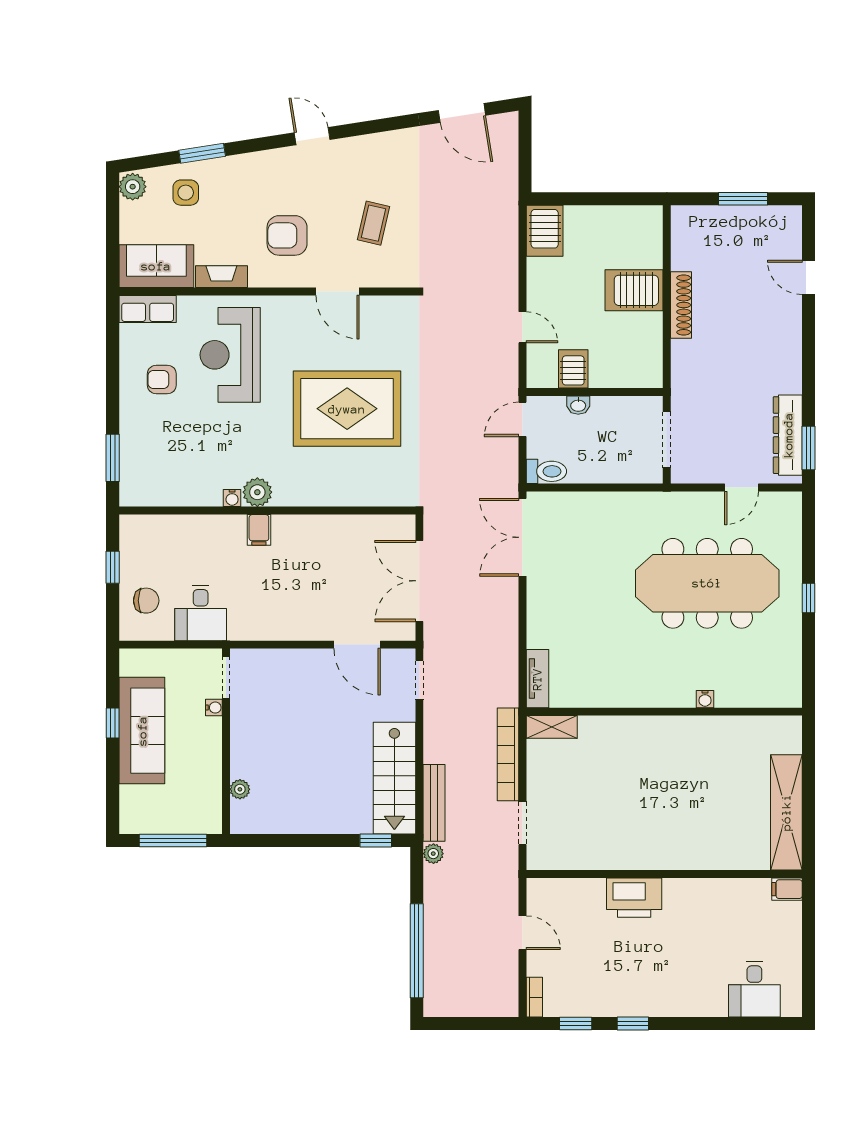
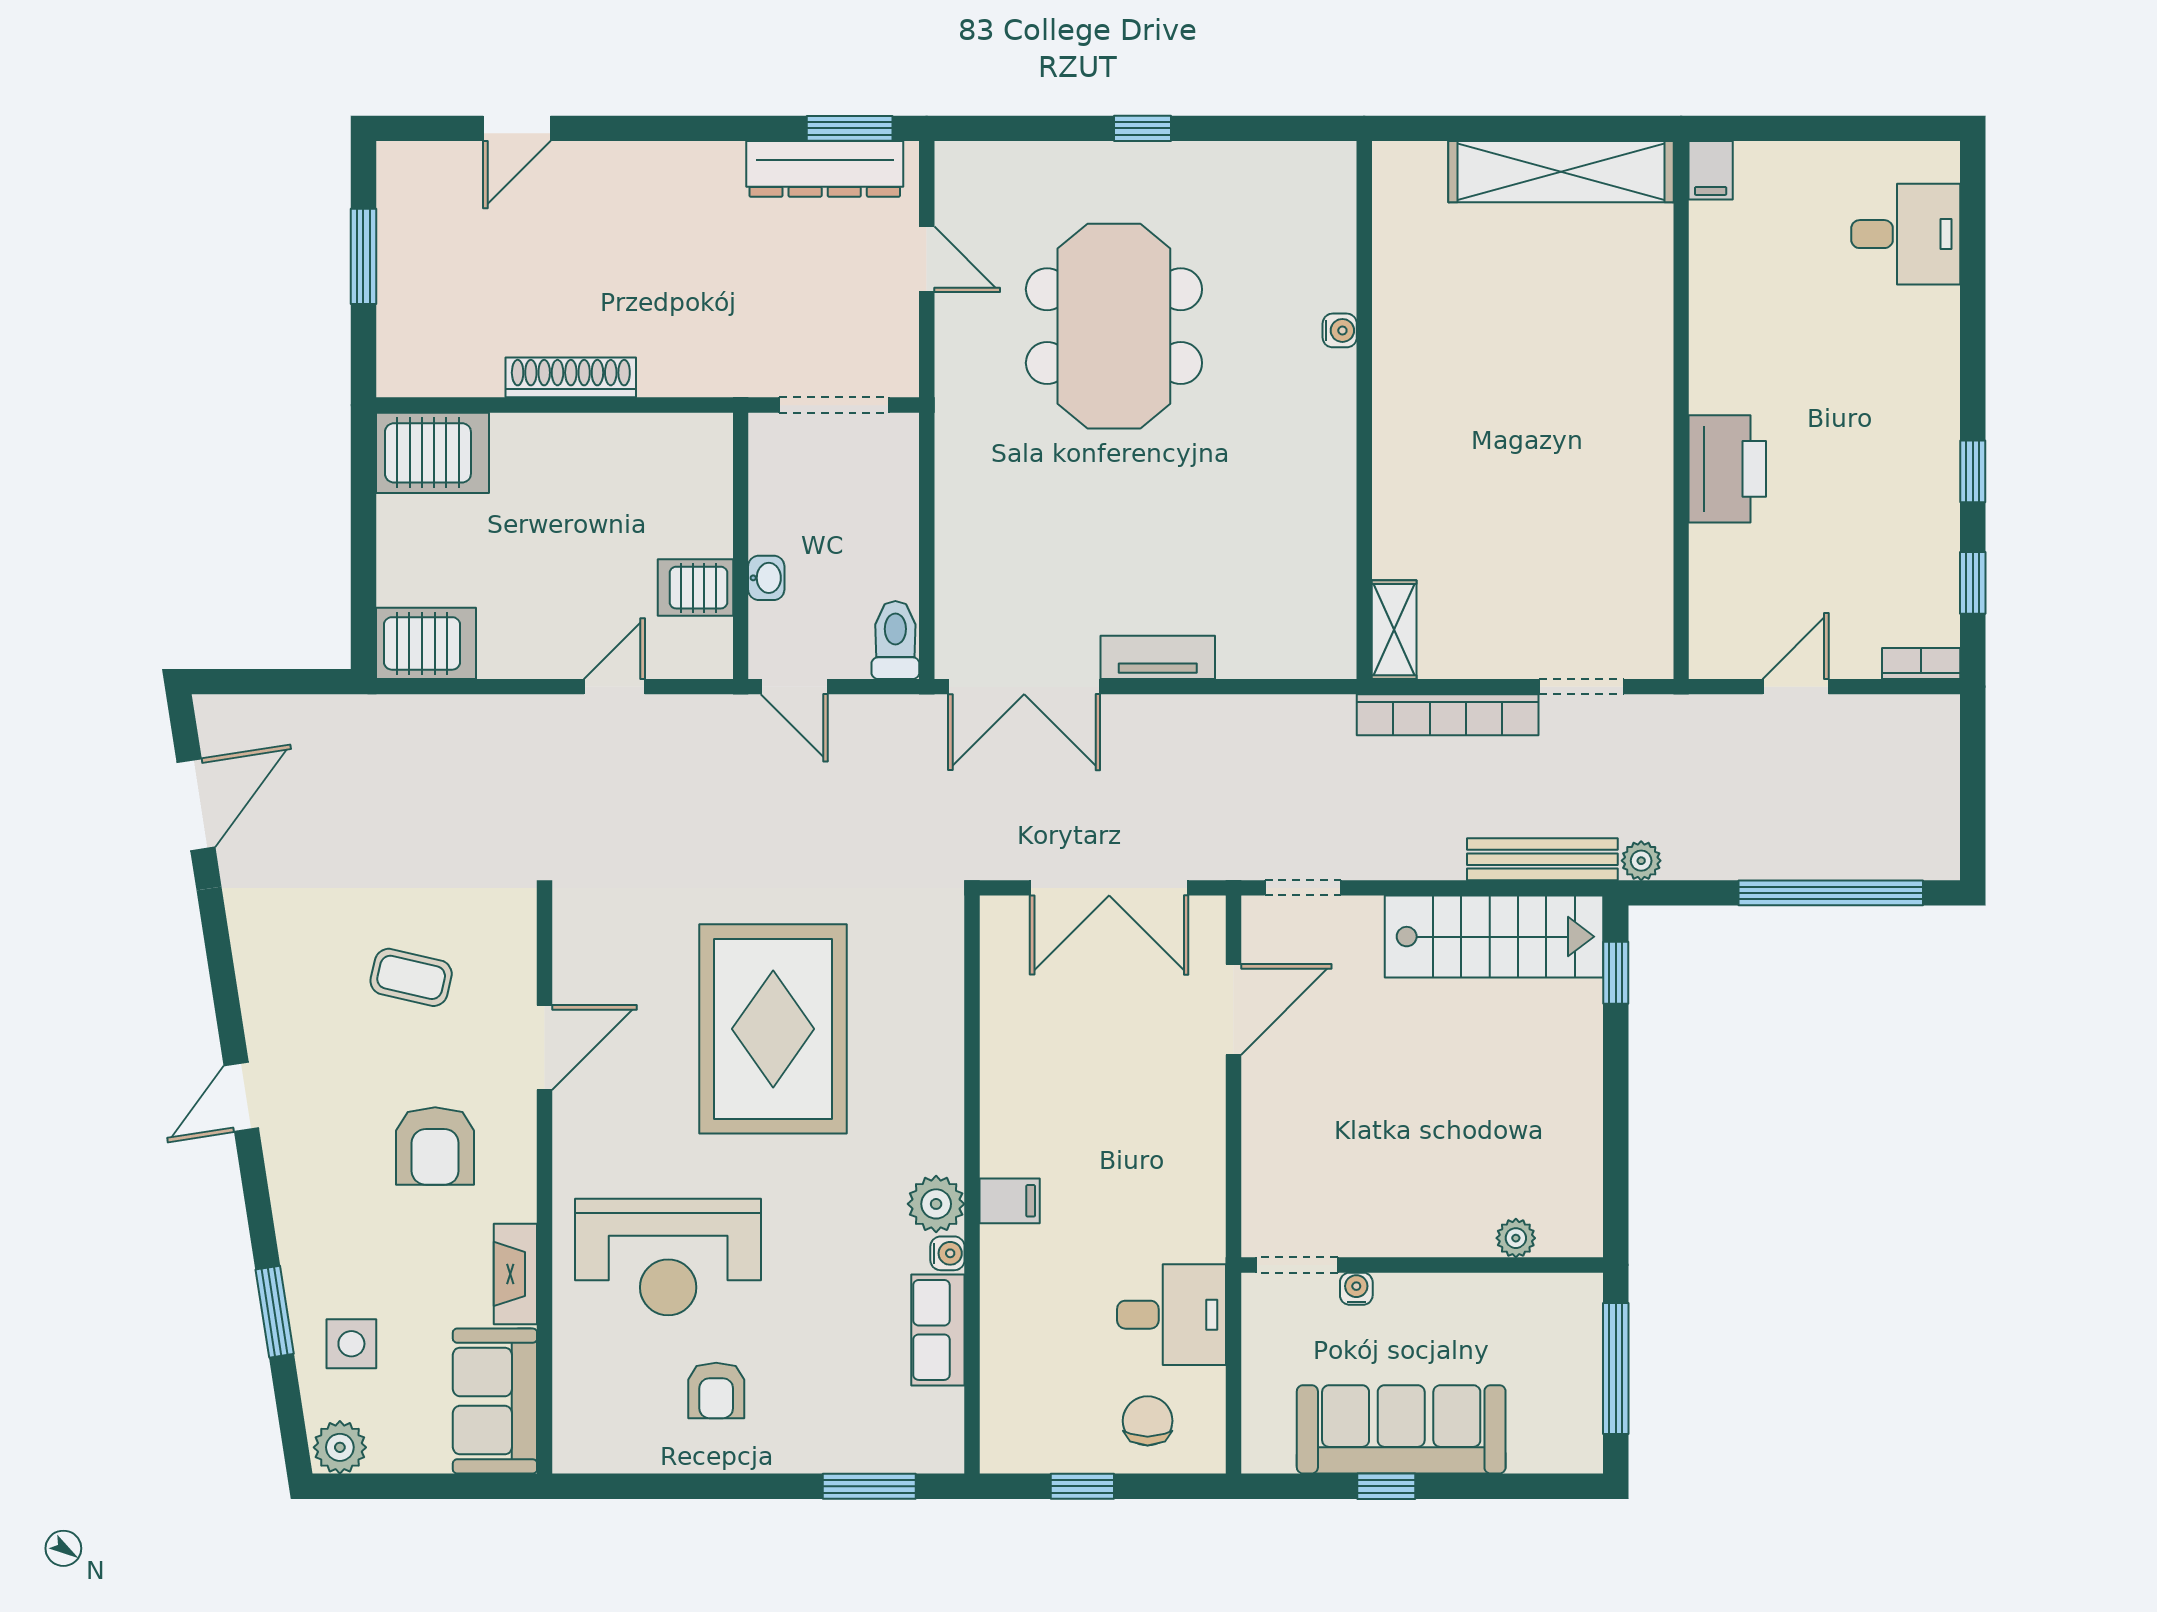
server rack: (634, 290) -> (432, 453), moved, turned -90
row of seats: (148, 309) -> (938, 1330), moved, turned 180
meeting table: (707, 583) -> (1114, 326), width x0.73
tv unit: (537, 679) -> (1158, 657), moved

